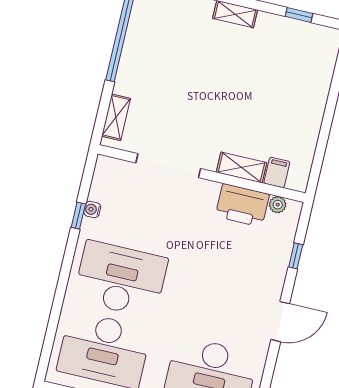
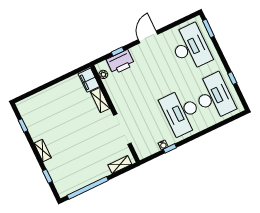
filing cabinet: (277, 172) -> (89, 80), width x2.00
printer: (242, 205) -> (121, 62), moved, turned 90
door: (280, 322) -> (148, 37), hinge flipped

